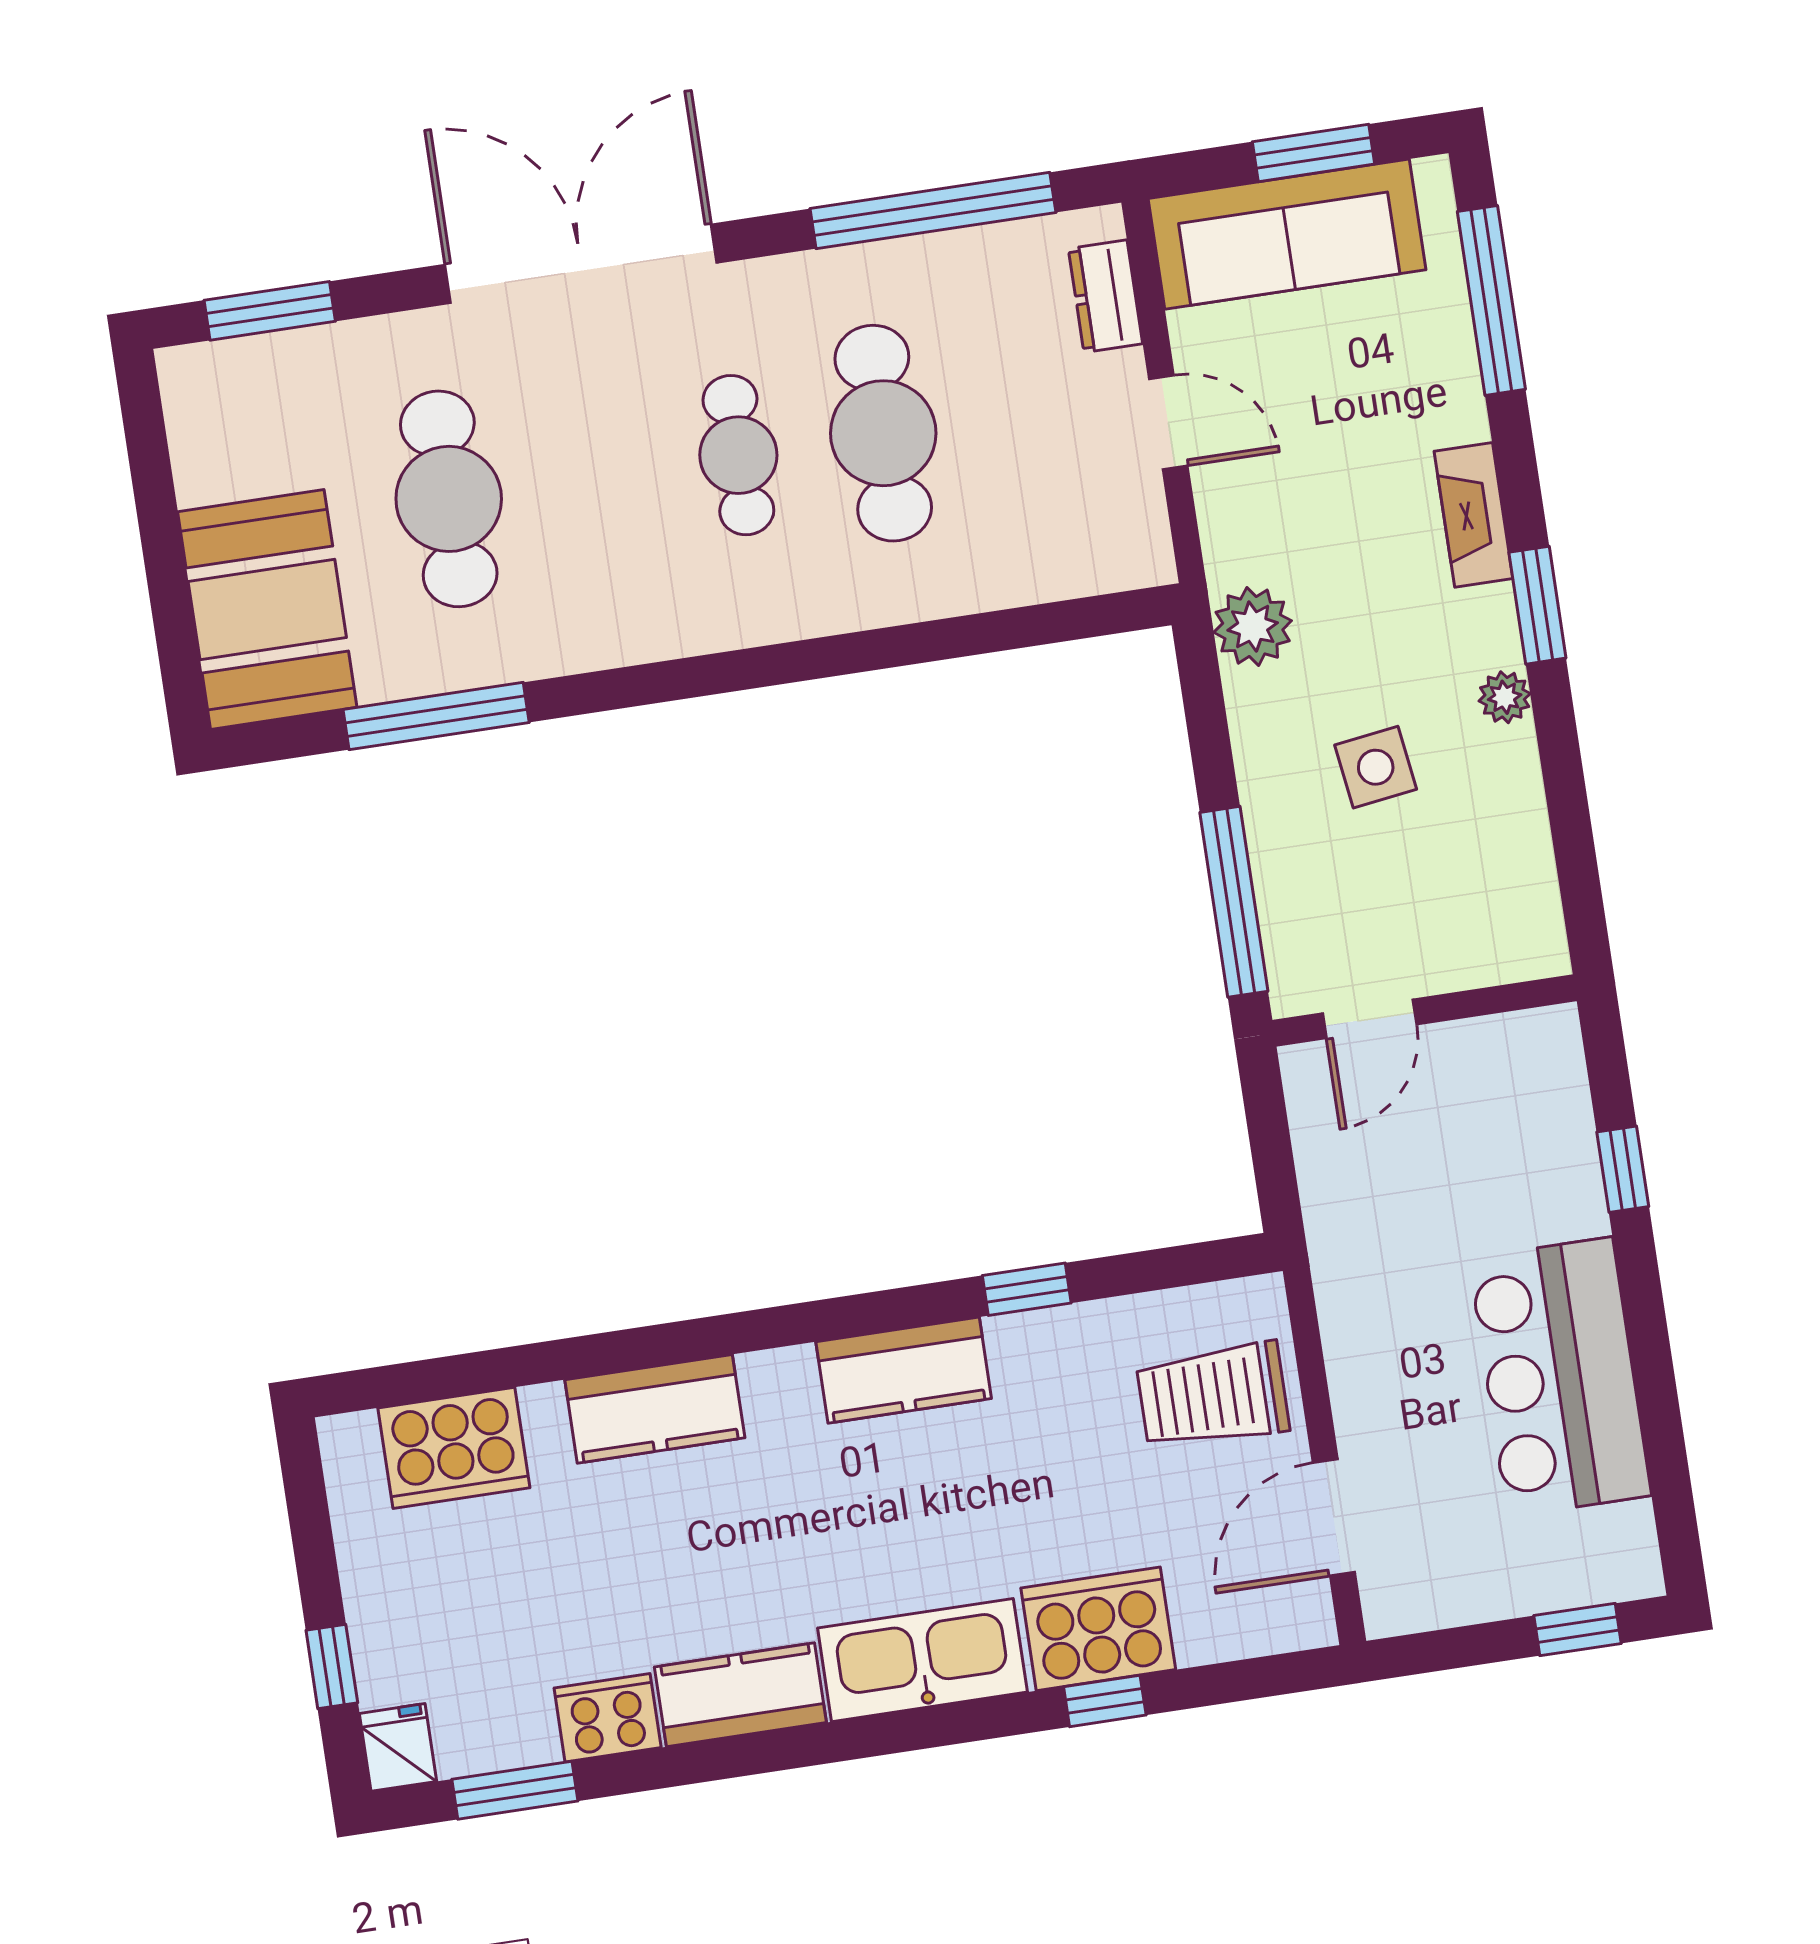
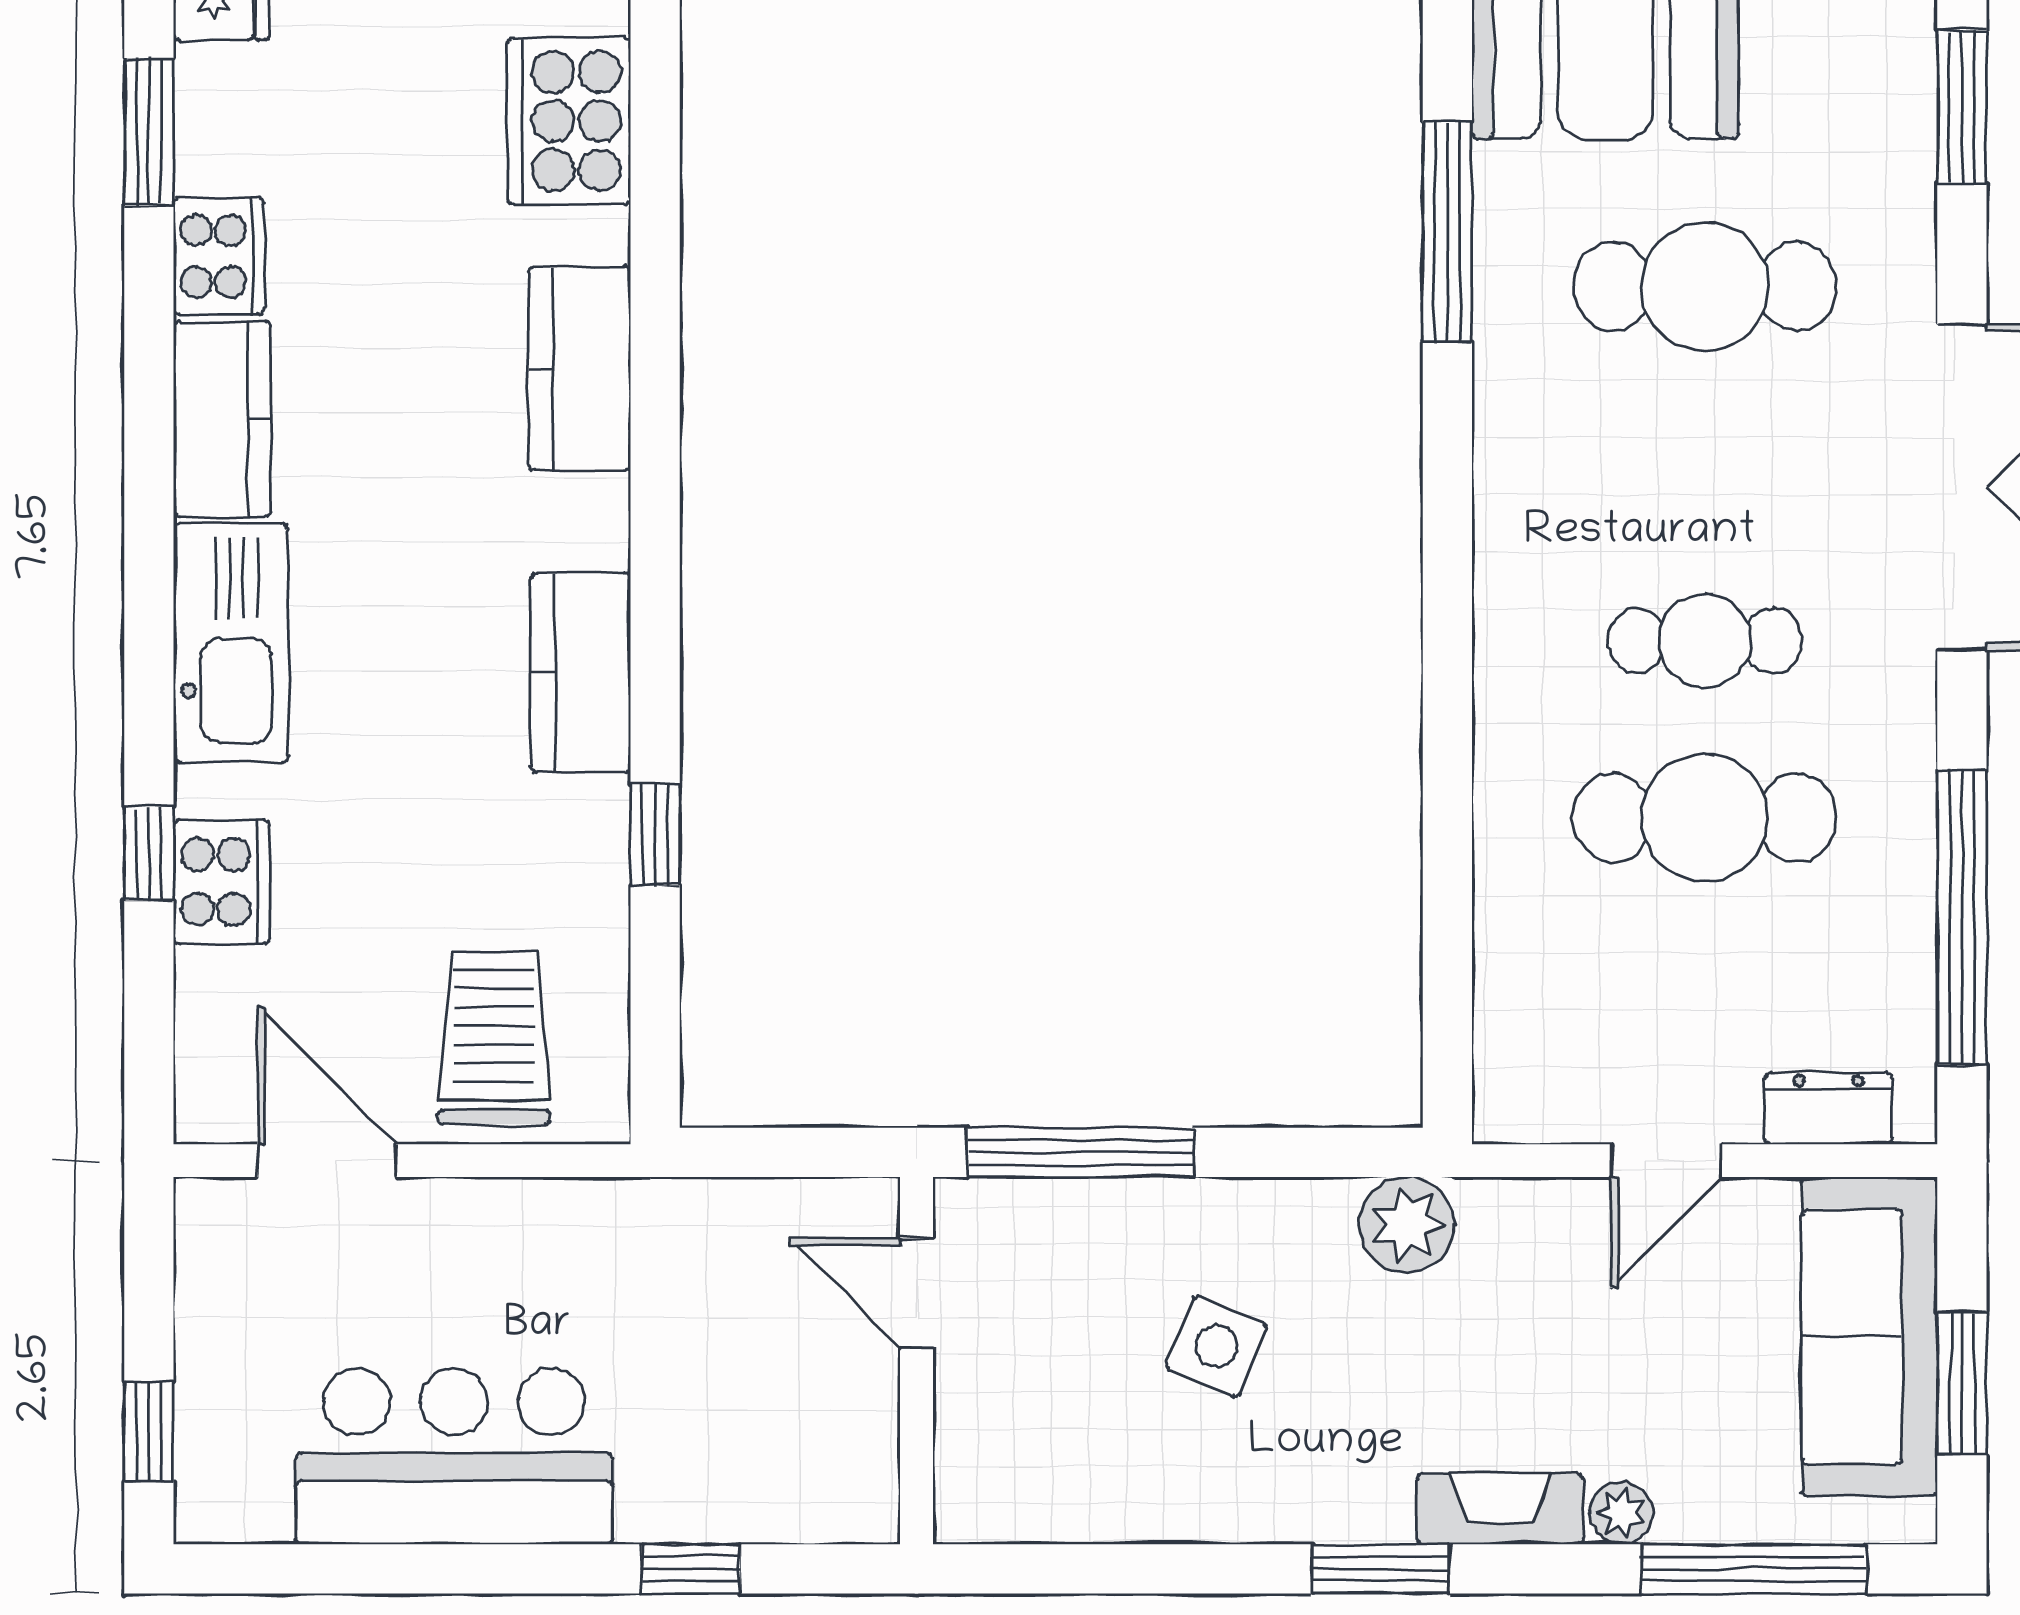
plant: (1505, 697) -> (1621, 1513), moved
side table: (1376, 767) -> (1216, 1346), turned 31
cooker: (1098, 1629) -> (221, 882), width x0.73, depth x0.76

